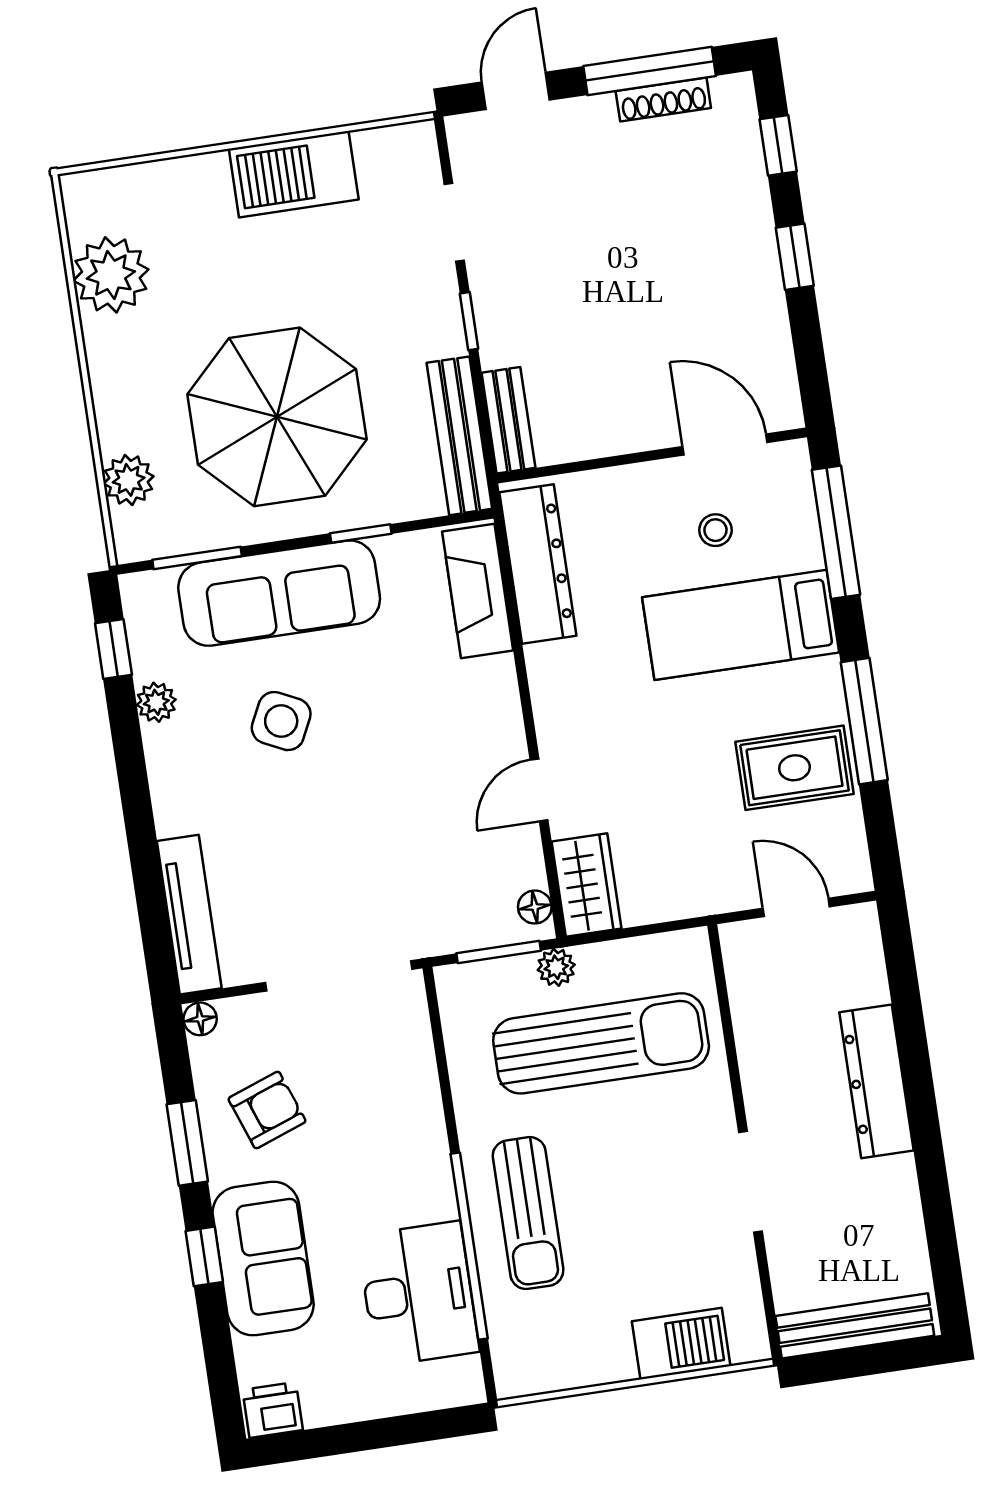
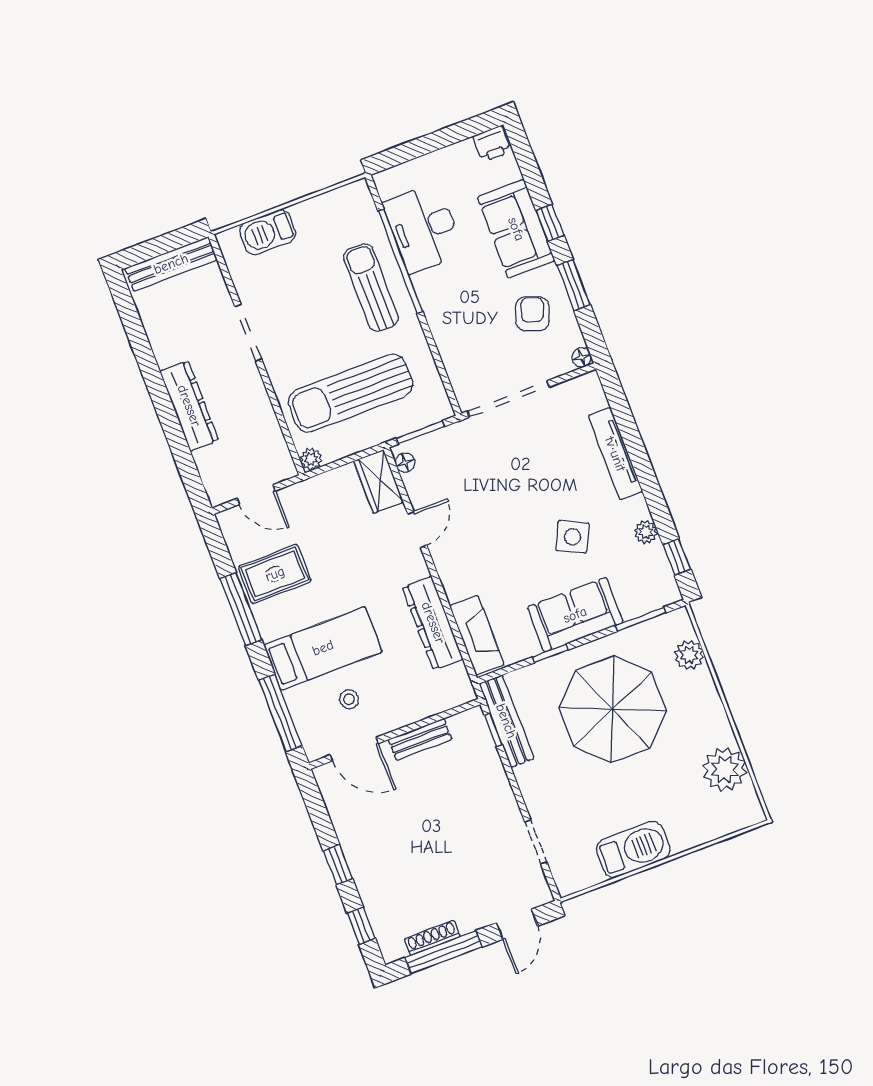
window: (469, 321) -> (493, 730), moved
bench: (508, 420) -> (420, 739), moved, turned 90
dresser: (538, 564) -> (433, 623), moved
sofa: (279, 593) -> (575, 615), width x0.73
tv unit: (189, 915) -> (615, 454), moved
plant: (556, 967) -> (311, 459), moved
armchair: (267, 1110) -> (532, 314), turned 130

